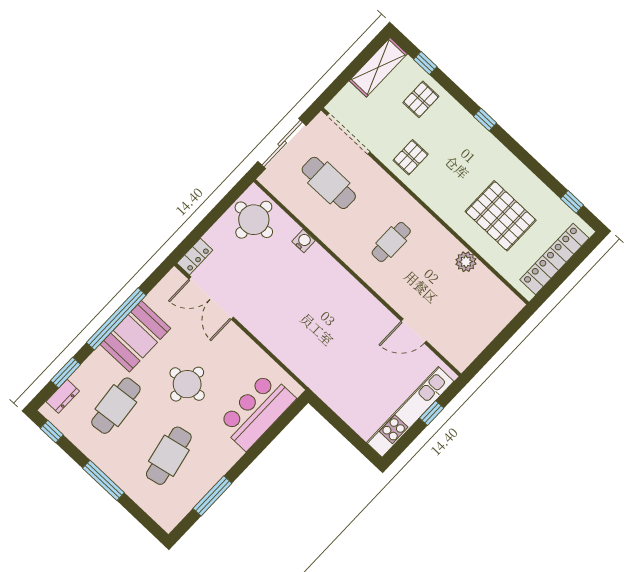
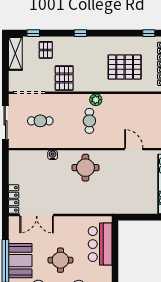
pallet: (411, 157) -> (64, 78), width x1.50, depth x1.42
cafe table: (329, 183) -> (40, 121), width x0.73, depth x0.74
round table: (254, 220) -> (85, 168), moved
locker: (195, 257) -> (14, 199), width x1.53
plant: (466, 262) -> (96, 100), moved
door: (414, 331) -> (134, 149), swing flipped

